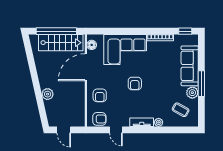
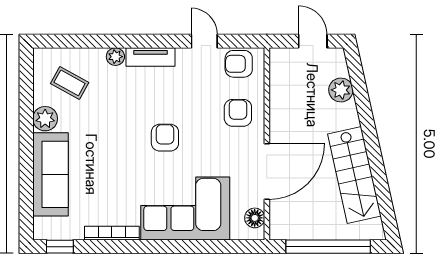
stairs: (61, 43) -> (354, 175), moved, turned -103
window: (201, 84) -> (26, 137), removed
plant: (48, 94) -> (341, 90), moved

